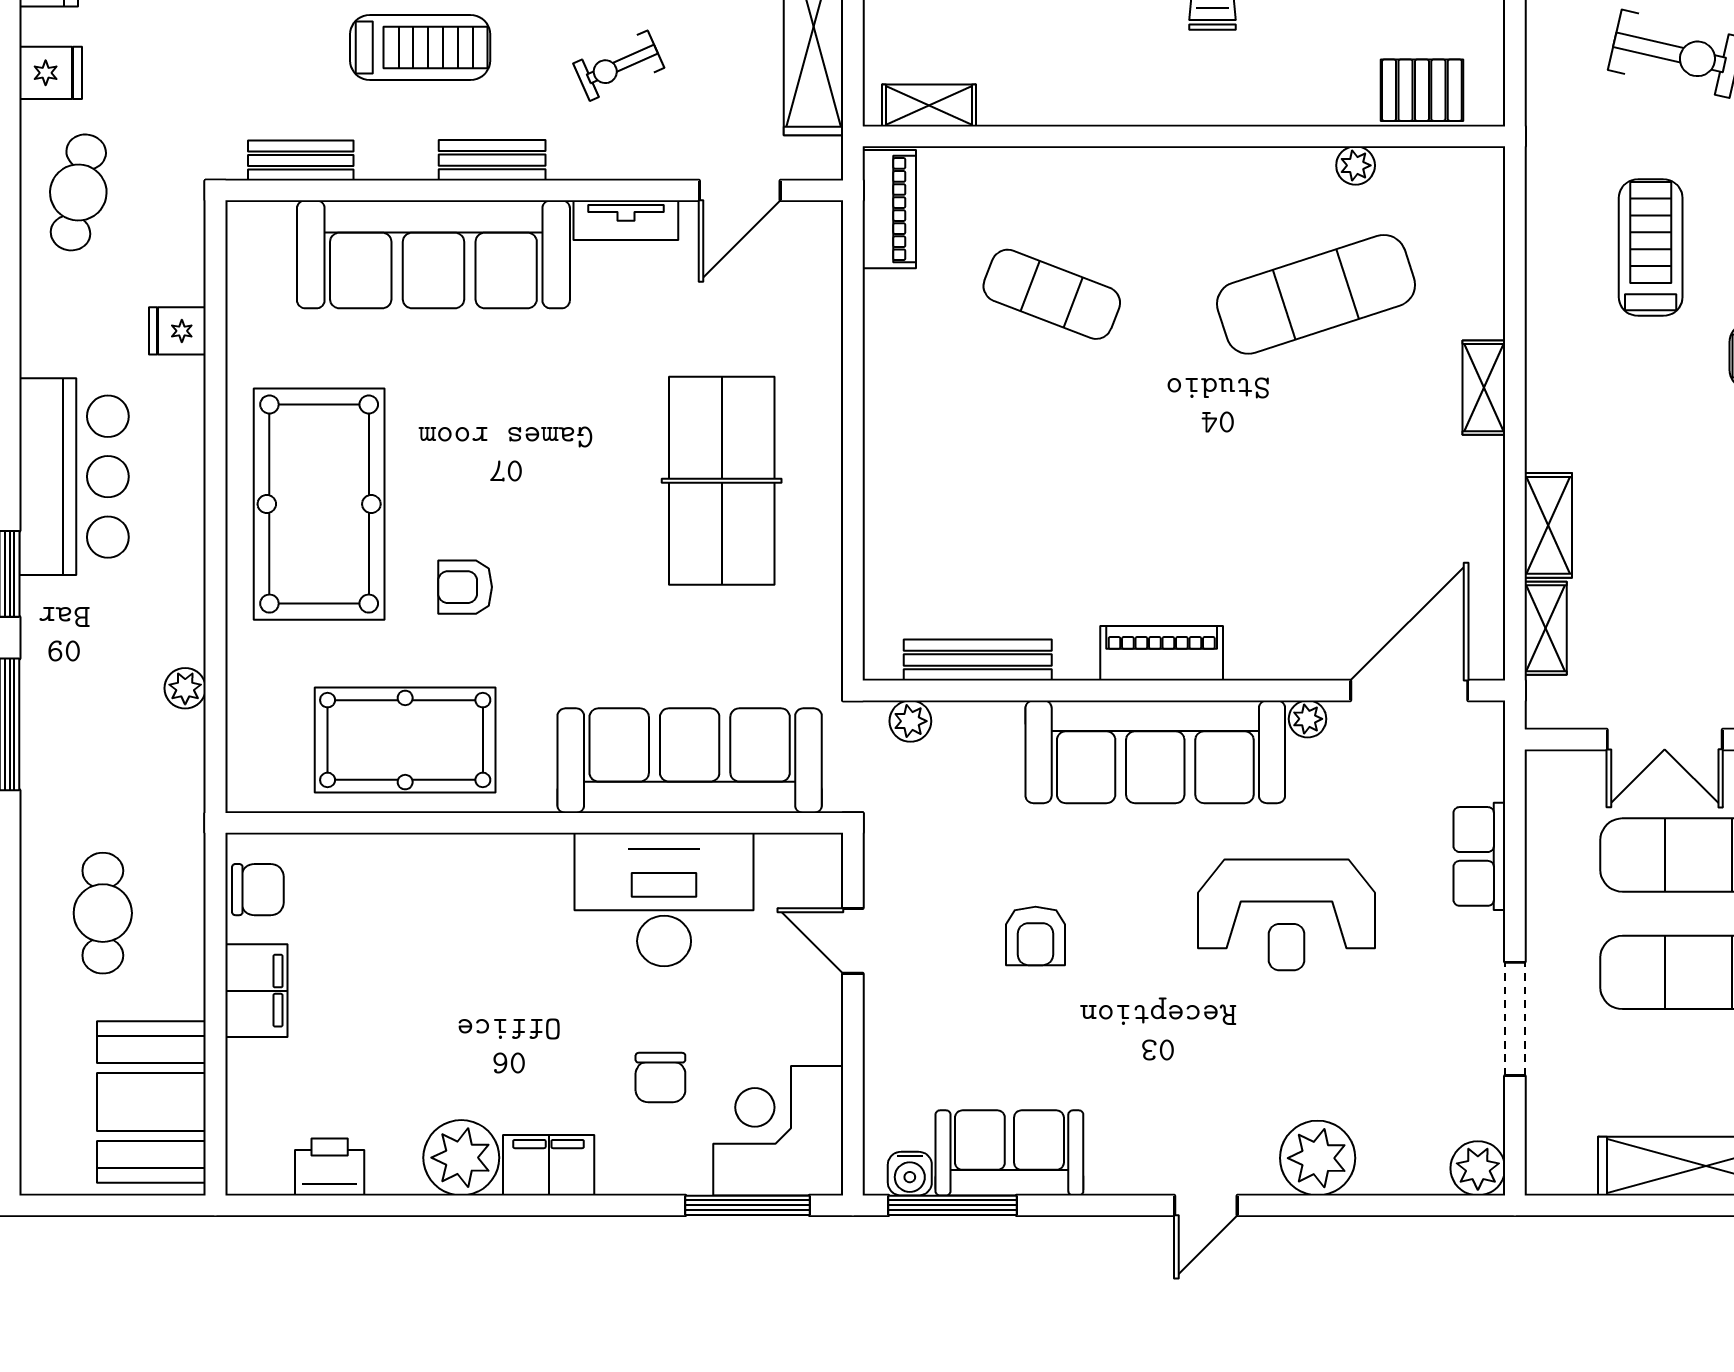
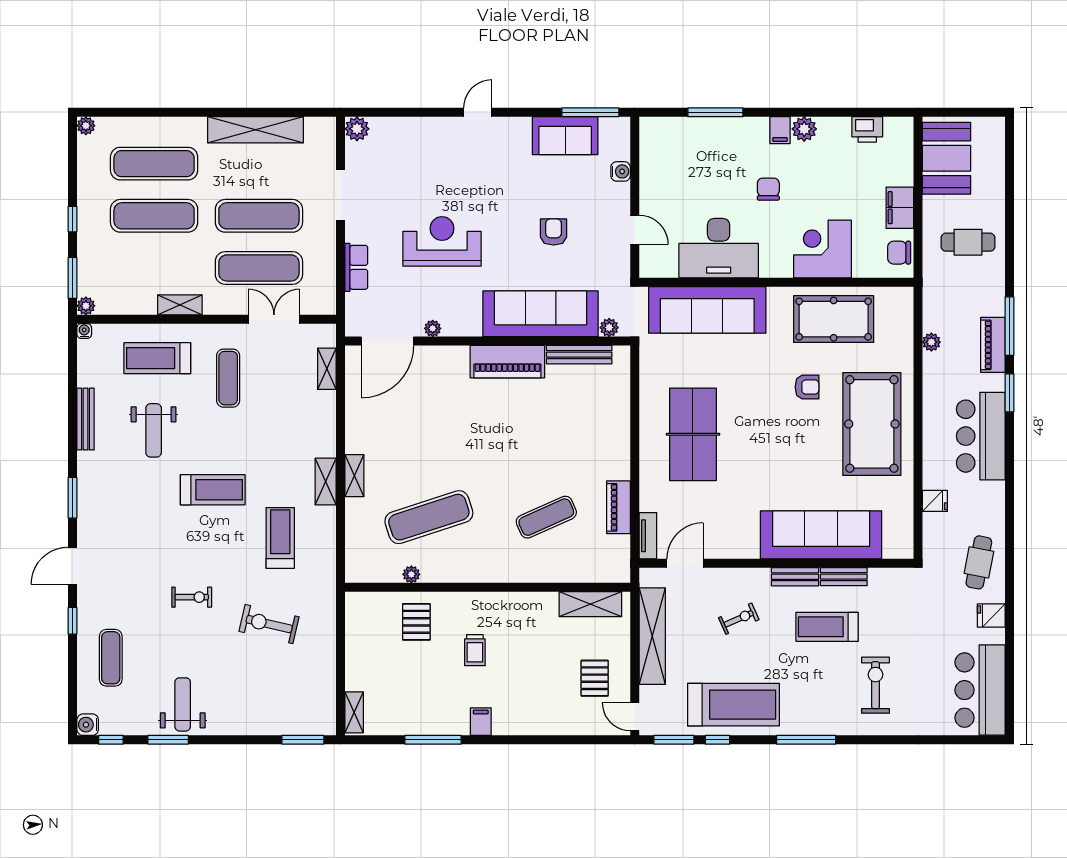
pallet: (1422, 90) -> (416, 622), moved, turned 90
shelving: (929, 105) -> (590, 604), width x1.50, depth x1.33
bench: (301, 160) -> (844, 577), moved
piano: (889, 209) -> (619, 507), moved
tv unit: (626, 220) -> (648, 536), moved, turned 90
treadmill: (1651, 248) -> (280, 538), turned 180
exercise mat: (1052, 294) -> (546, 517), turned -45
shelving: (1548, 525) -> (326, 481), moved
piano: (1162, 653) -> (507, 362), width x1.37, depth x1.33
piano: (47, 682) -> (993, 345), added
sofa: (1155, 752) -> (541, 314), moved
cafe table: (103, 913) -> (968, 242), turned 90
chair: (660, 1078) -> (768, 189), moved
corner desk: (778, 1131) -> (822, 249), moved, turned 180
plant: (461, 1158) -> (804, 129), width x0.73, depth x0.73
plant: (1318, 1158) -> (428, 133), removed
filing cabinet: (549, 1165) -> (780, 130), width x0.50
water cooler: (910, 1174) -> (621, 171), moved, turned 90
window: (748, 1205) -> (715, 112), moved

